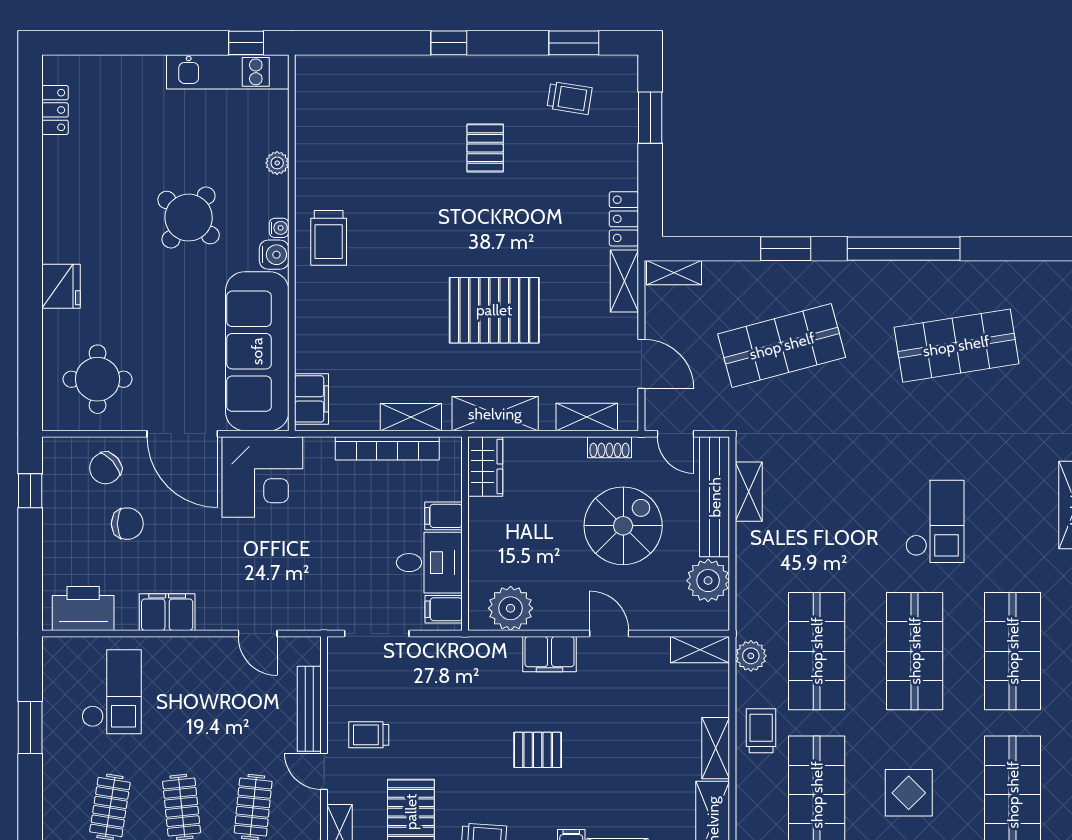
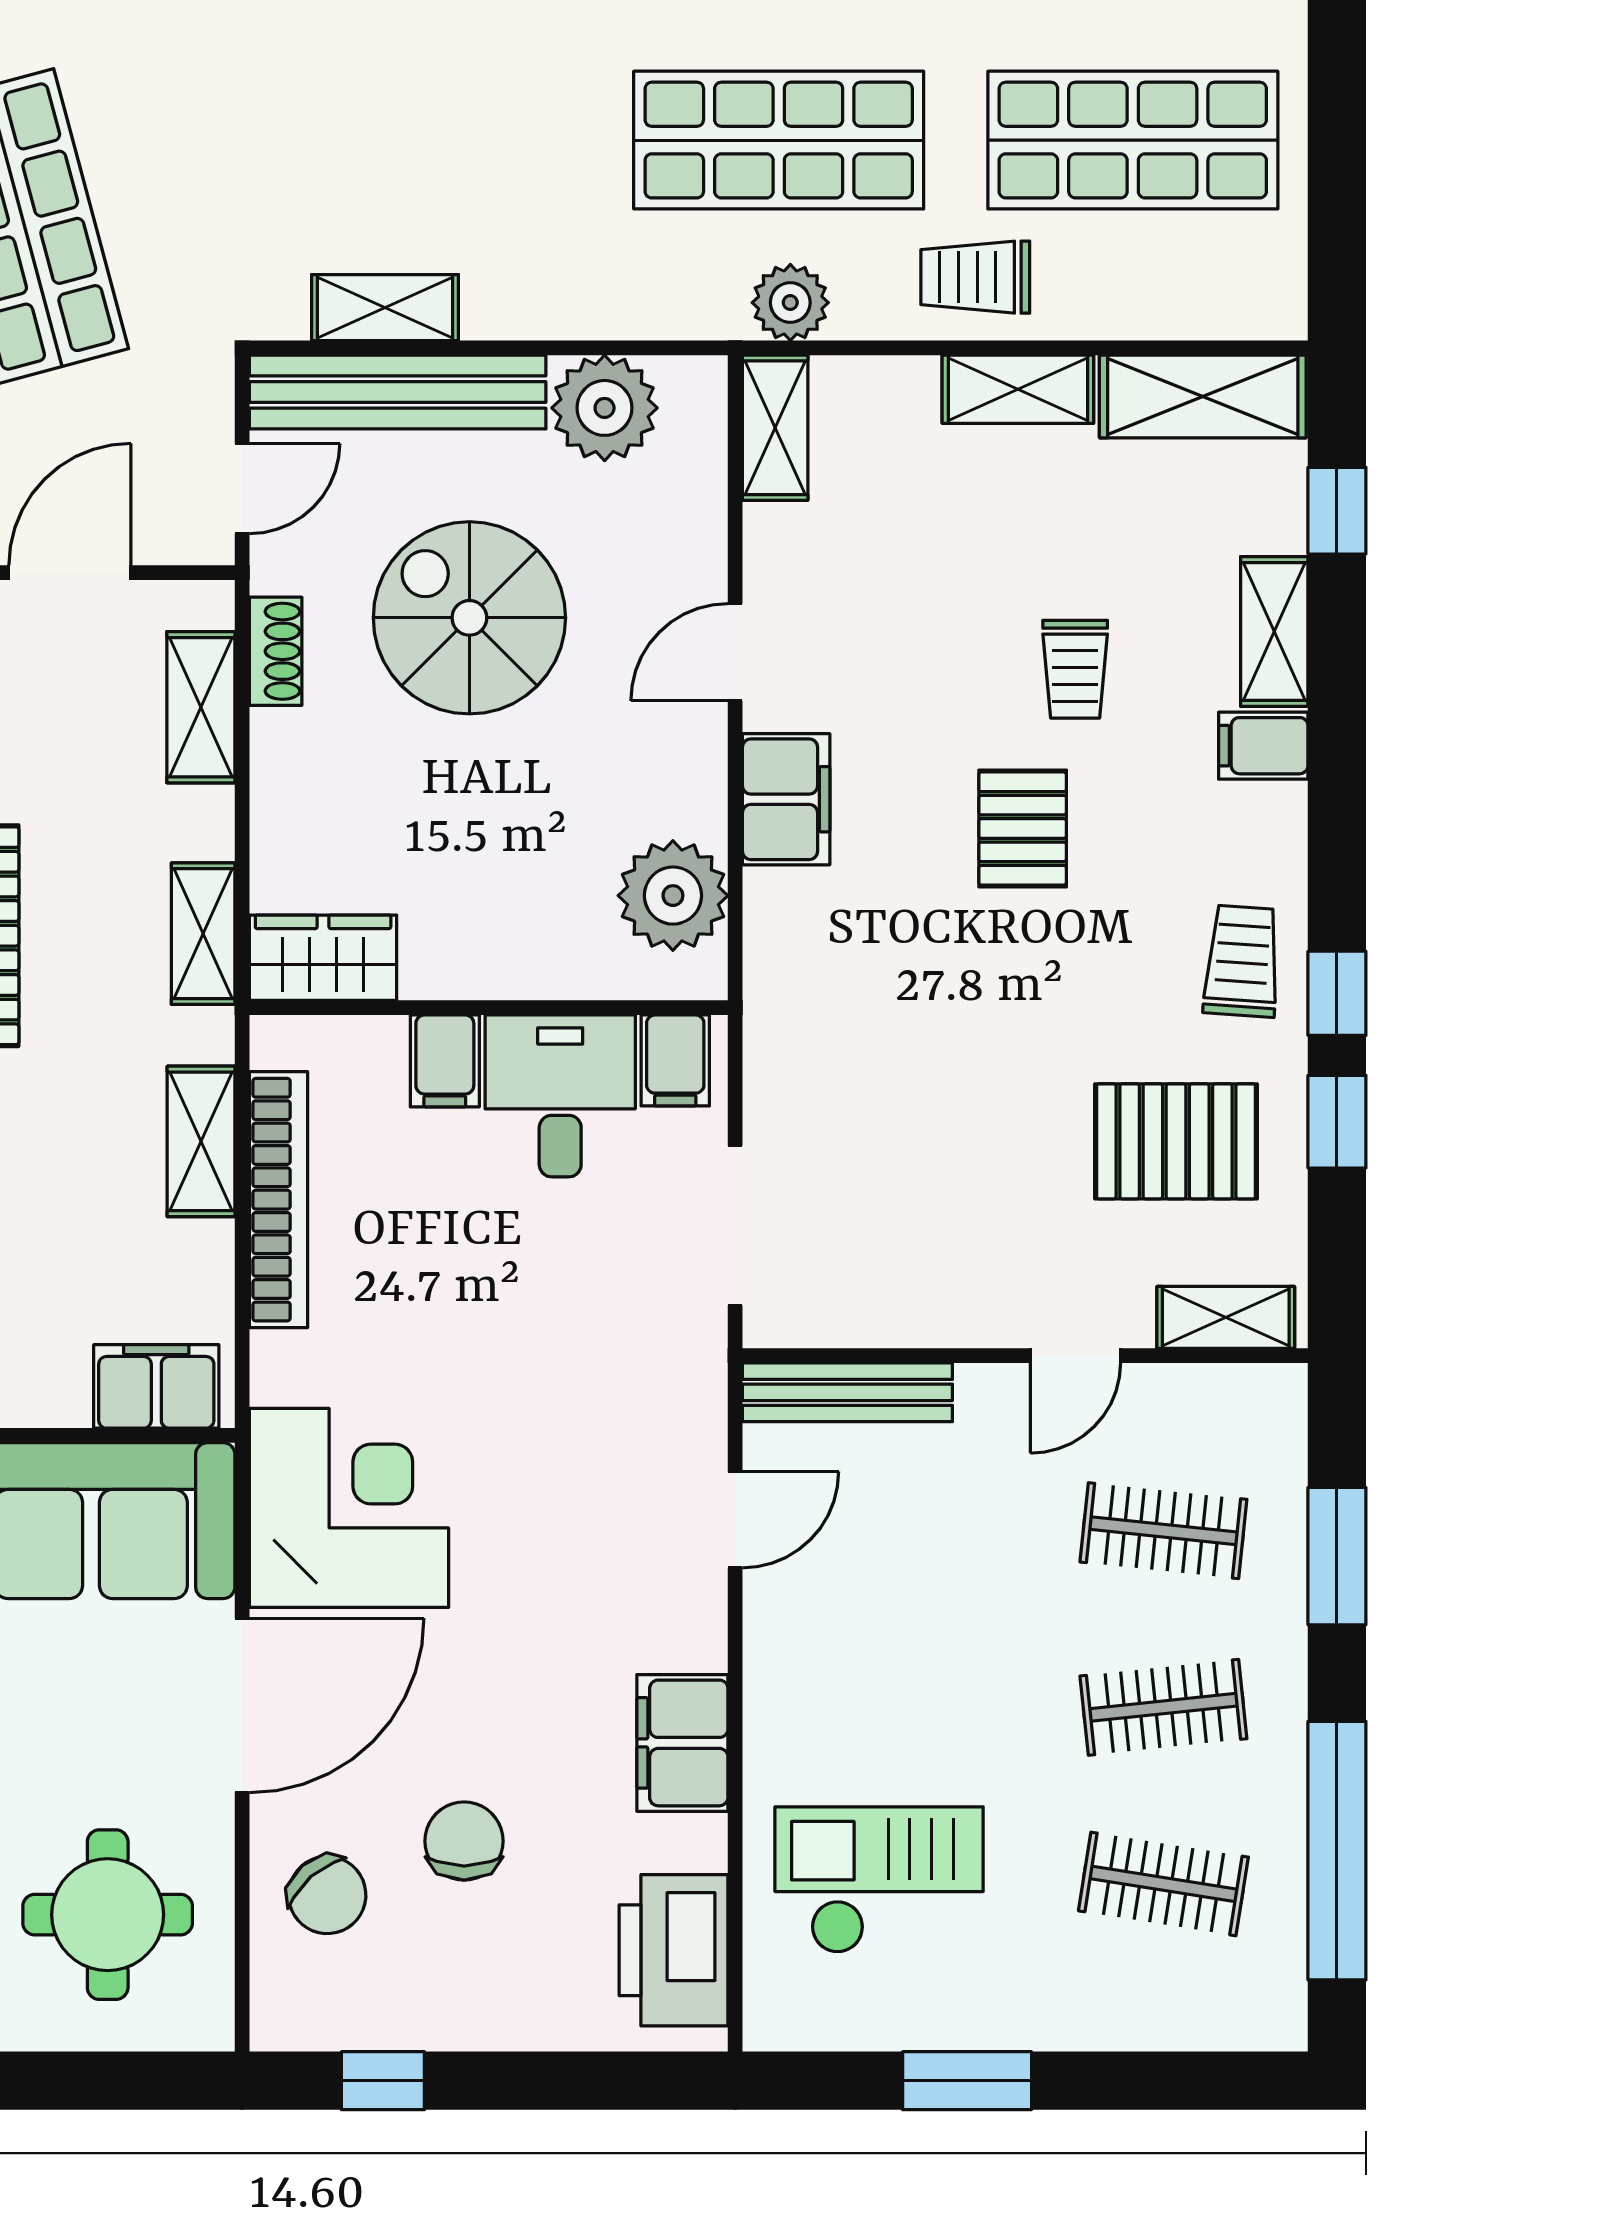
shelving: (495, 414) -> (203, 934), width x0.67, depth x0.75
bench: (309, 709) -> (847, 1392), moved
trolley: (369, 735) -> (1075, 669), moved

